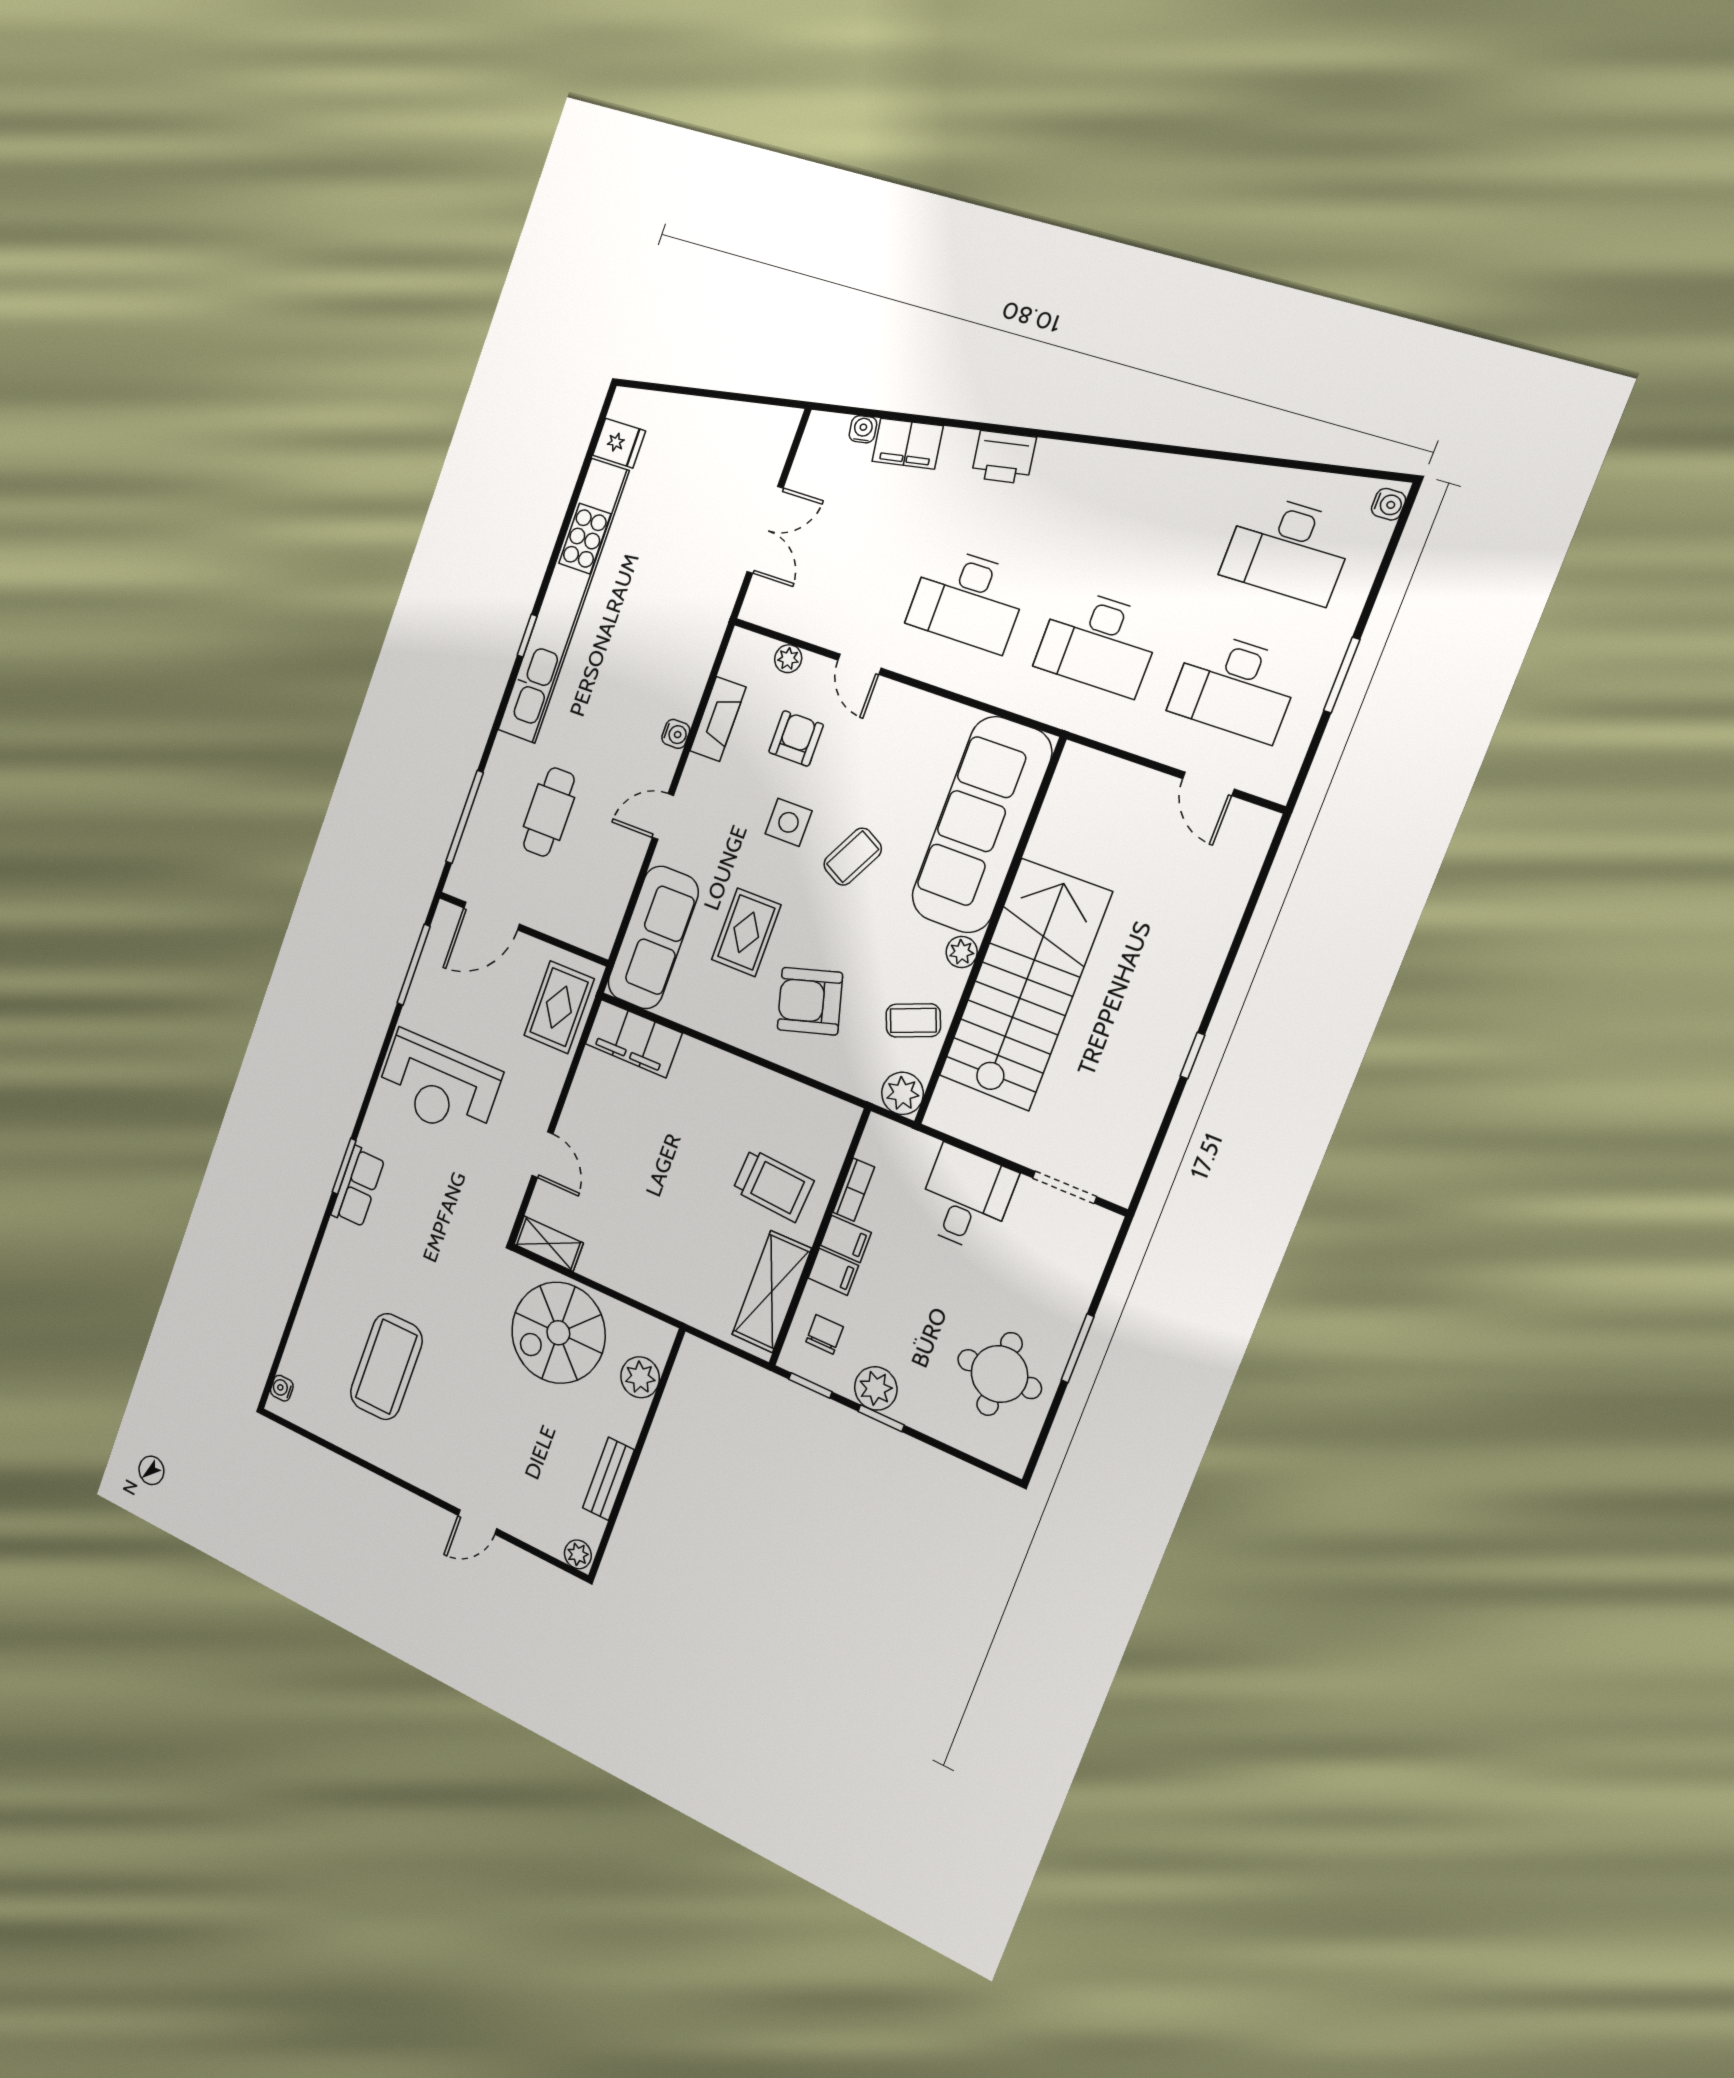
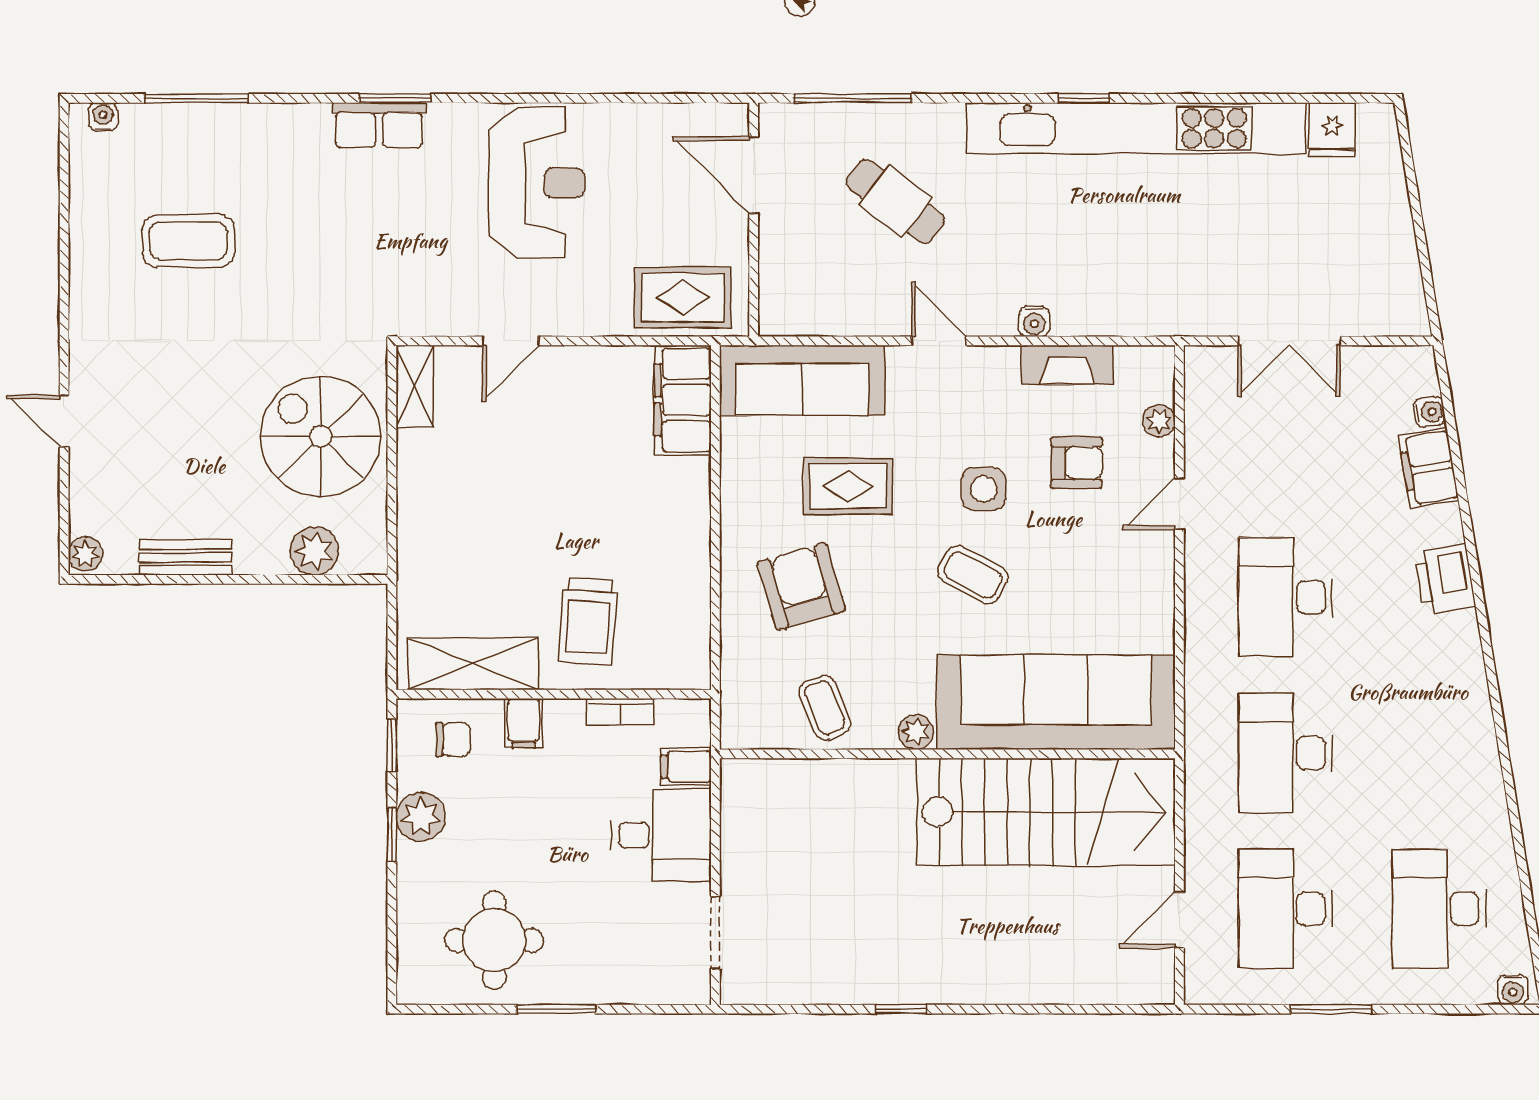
cafe table: (549, 812) -> (896, 201), turned 37
window: (414, 965) -> (196, 98), moved
stairs: (1025, 985) -> (1046, 812), moved
reception desk: (438, 1085) -> (537, 183), turned 180
plant: (902, 1093) -> (744, 726), removed
filing cabinet: (846, 1239) -> (686, 767), moved, turned 90
coffee table: (386, 1367) -> (188, 241), width x0.73, depth x0.76

